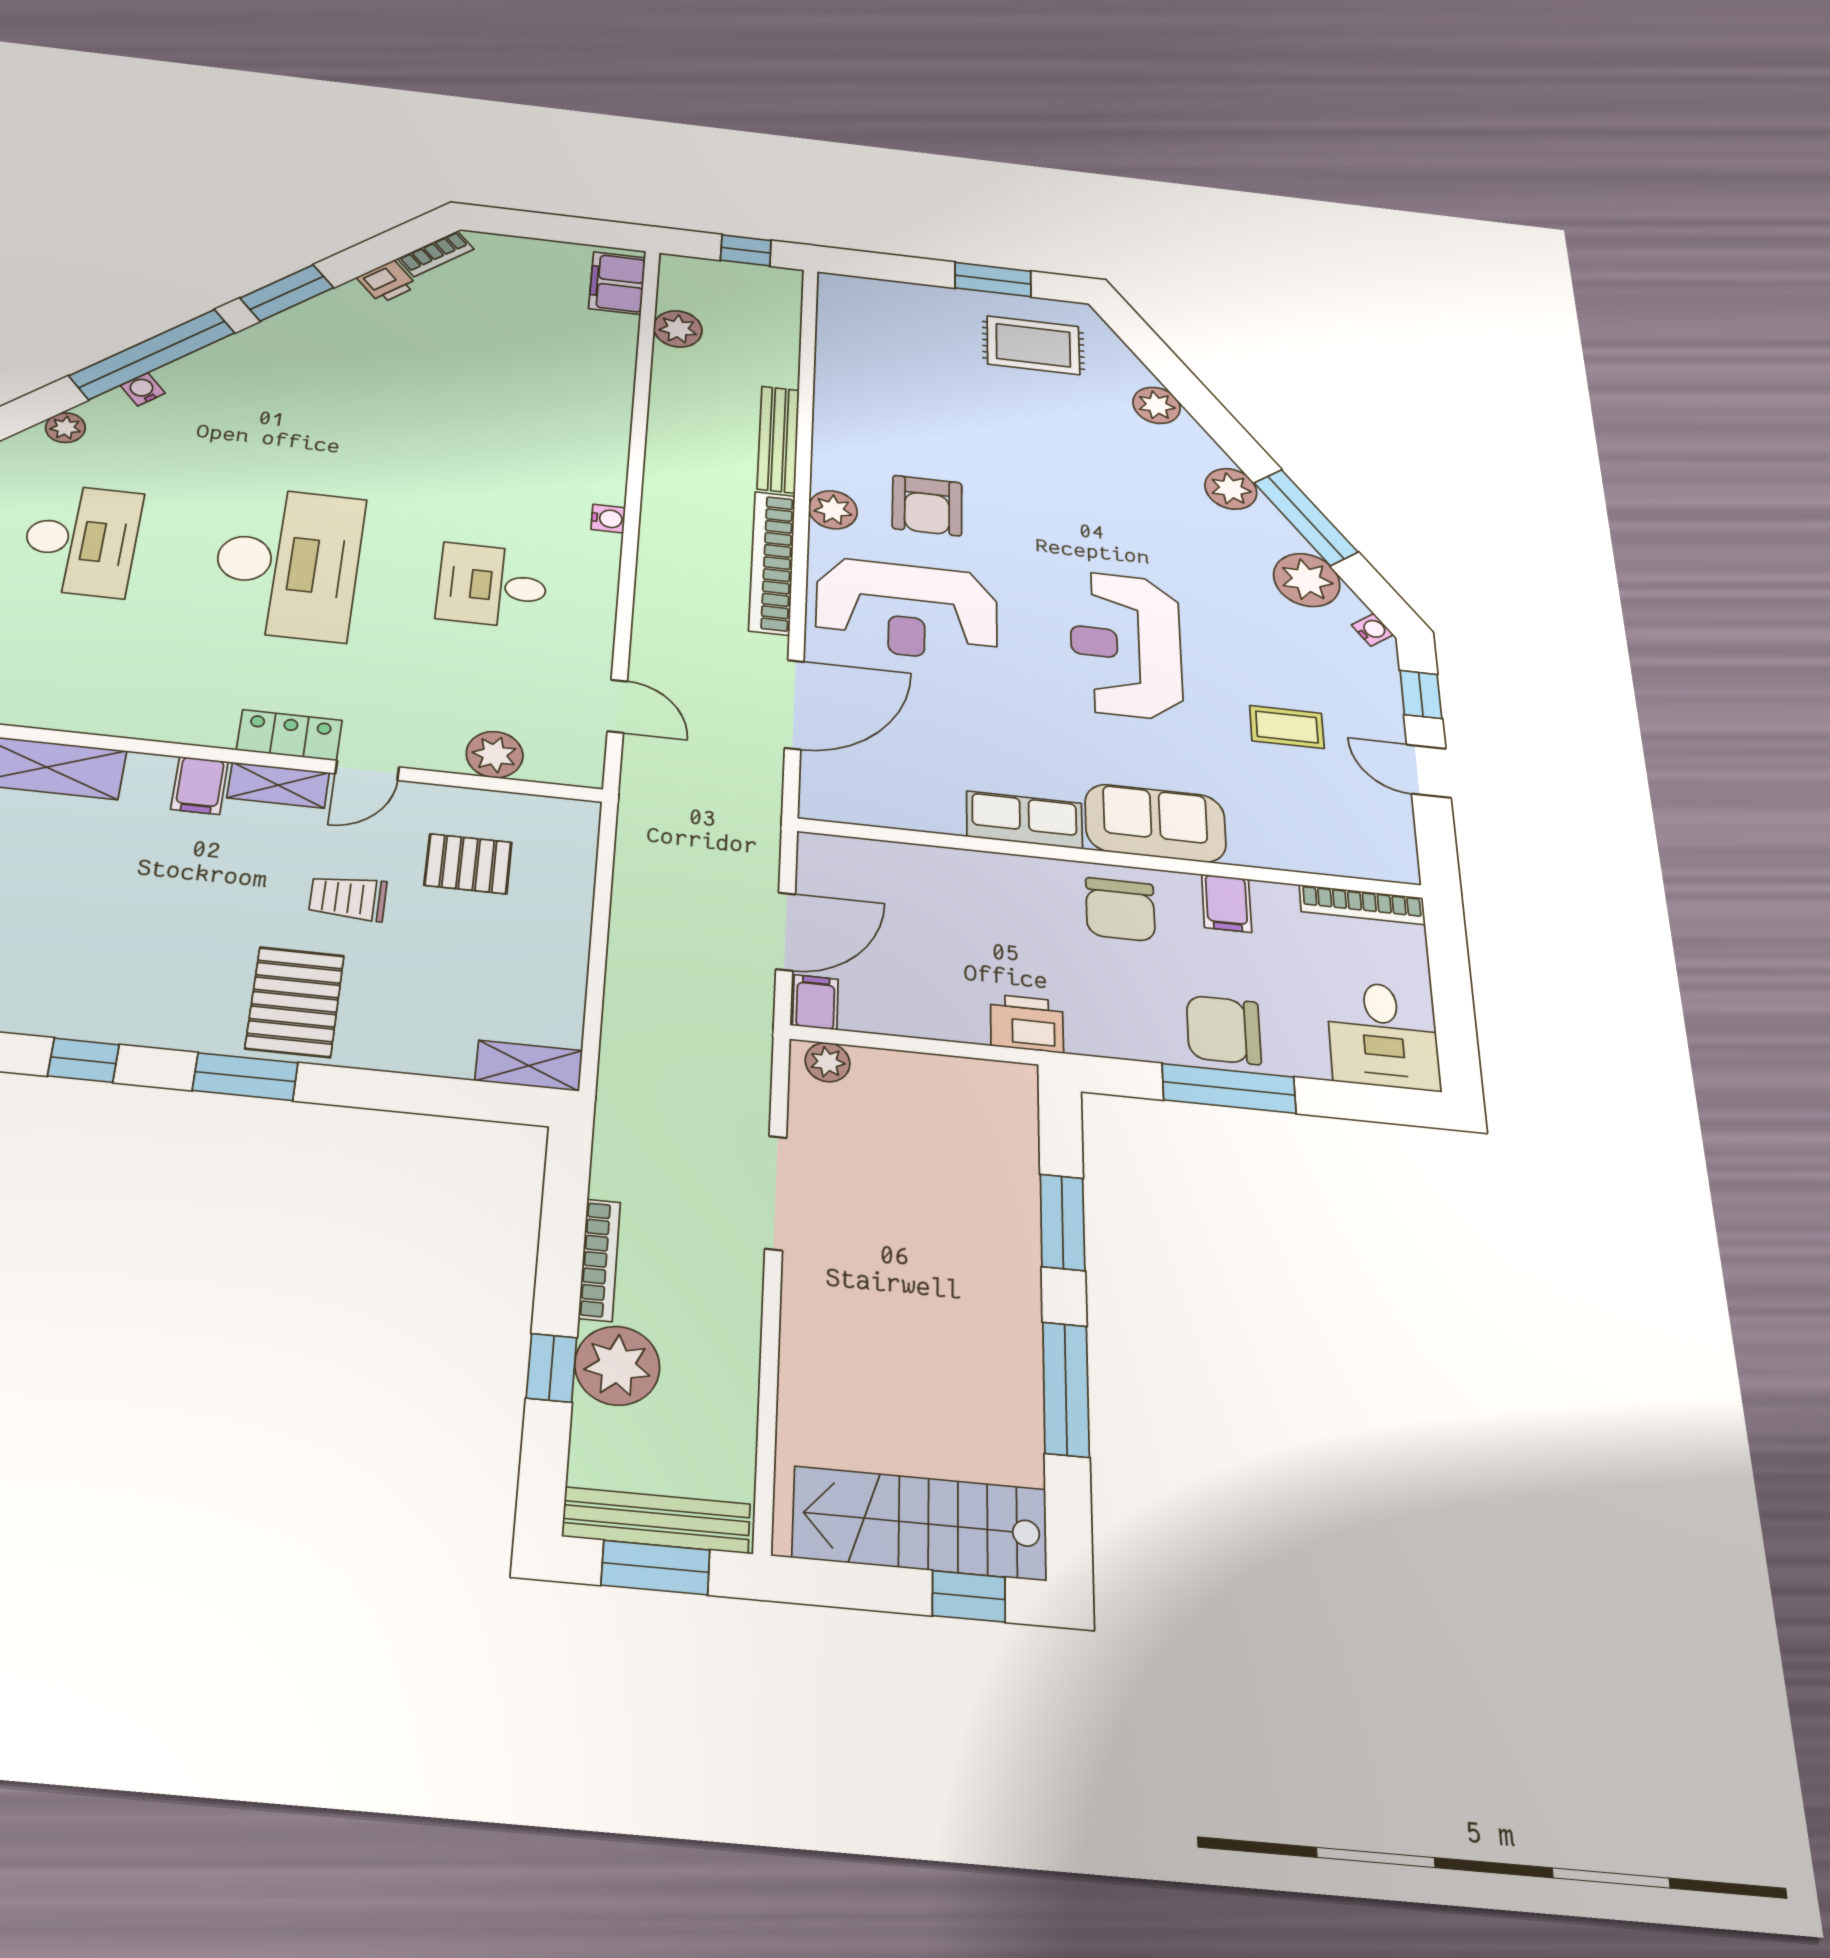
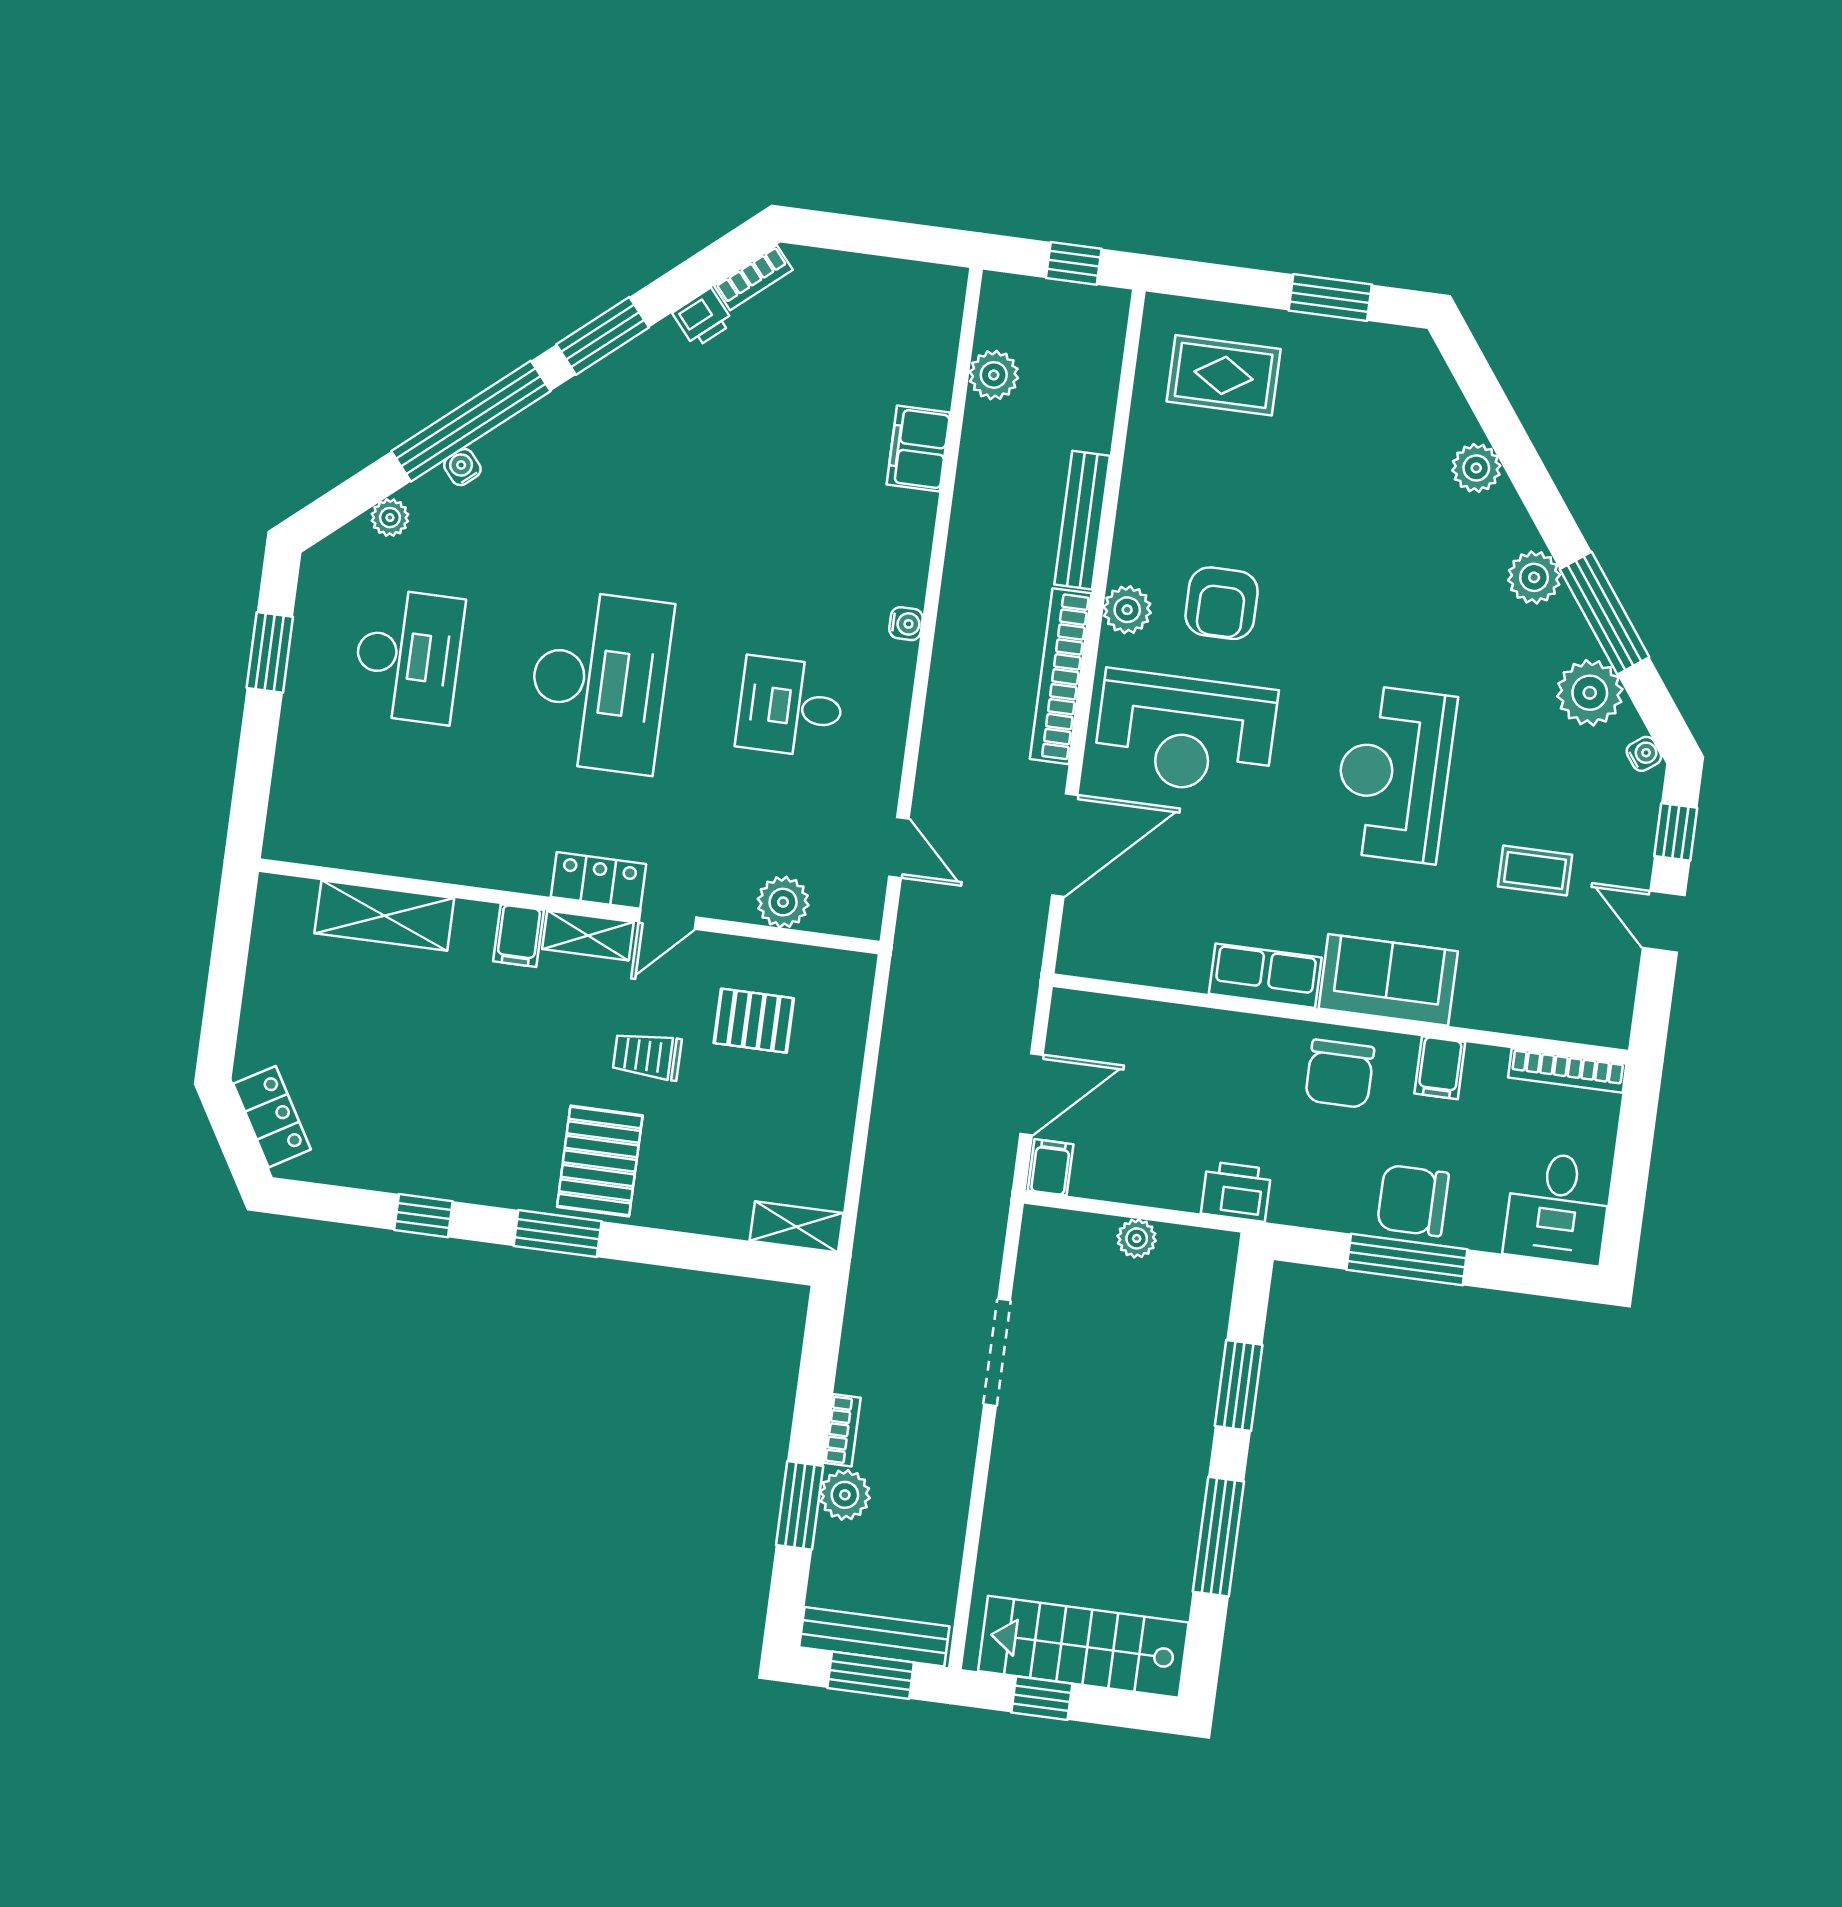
filing cabinet: (617, 283) -> (918, 449), moved
rug: (1033, 345) -> (1224, 375), moved
plant: (828, 1062) -> (1137, 1238), moved
bookcase: (600, 1260) -> (842, 1430), width x0.64
plant: (617, 1366) -> (845, 1495), width x0.73, depth x0.73
window: (552, 1368) -> (800, 1505), width x1.50
window: (969, 1596) -> (1042, 1698), moved

